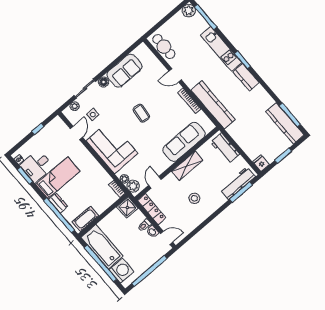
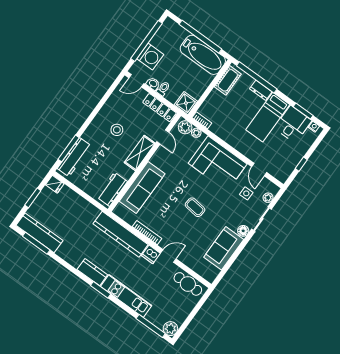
dishwasher: (190, 81) -> (151, 254), added
workbench: (225, 148) -> (112, 189), moved, turned -90
shelving: (187, 166) -> (140, 153), moved
washing machine: (121, 271) -> (150, 57), moved, turned -90

